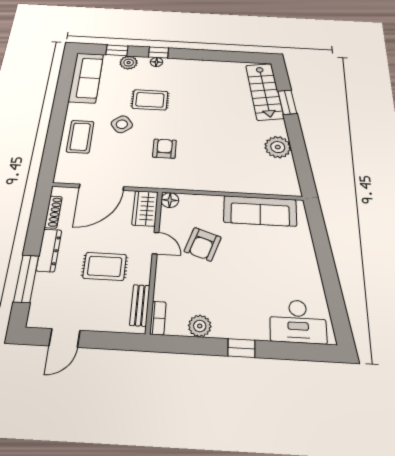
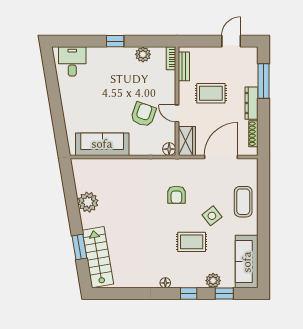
floor lamp: (156, 62) -> (165, 283), moved
desk: (298, 321) -> (72, 61), width x0.73

